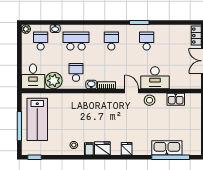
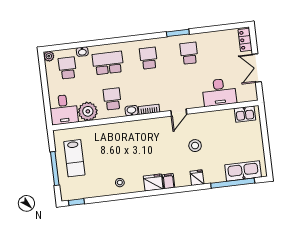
desk: (155, 78) -> (219, 92), moved
door: (132, 91) -> (179, 112), swing flipped
kitchen sink: (176, 99) -> (245, 114), moved
stool: (150, 100) -> (195, 146), moved
lab bench: (37, 119) -> (74, 158), width x0.73, depth x0.72
kitchen sink: (167, 148) -> (243, 171), moved
filing cabinet: (89, 149) -> (169, 181), moved
fridge: (127, 149) -> (197, 178), moved

